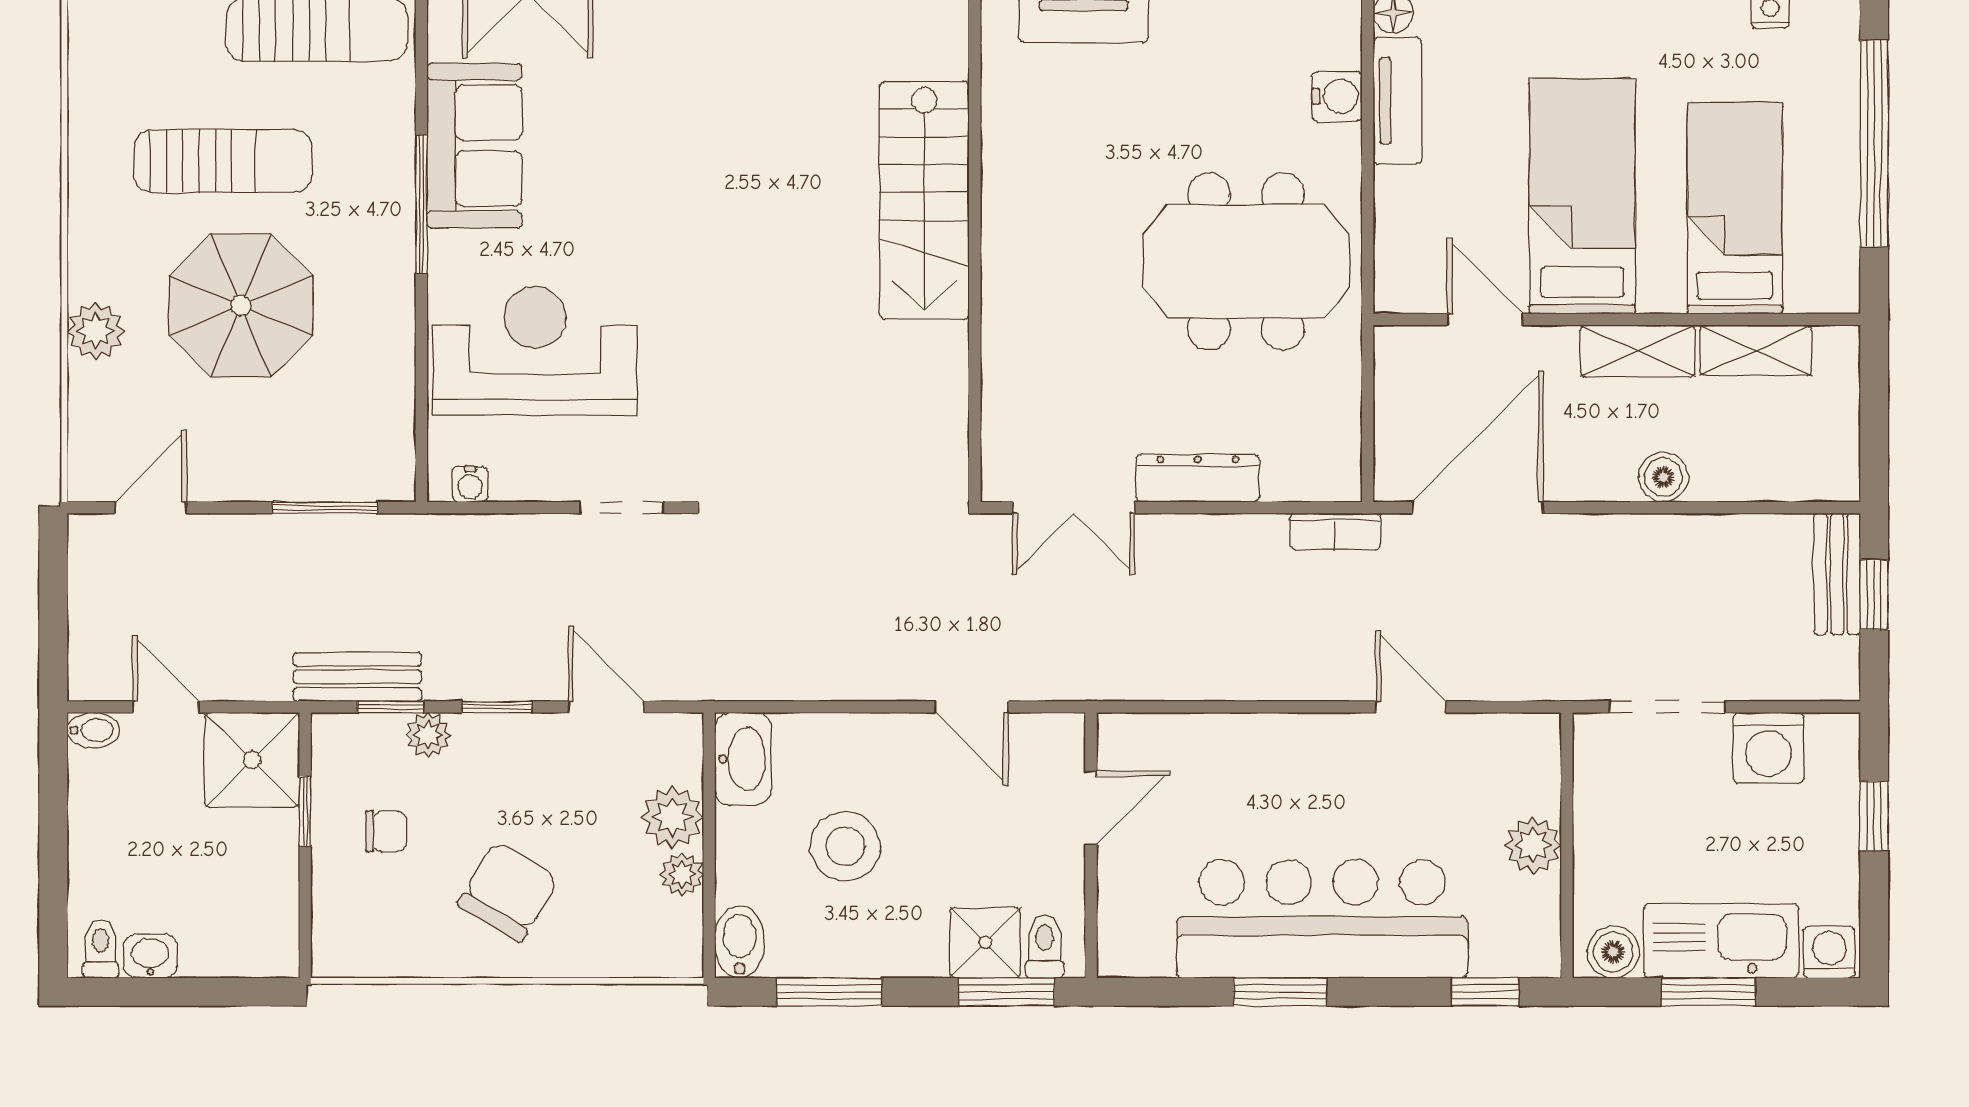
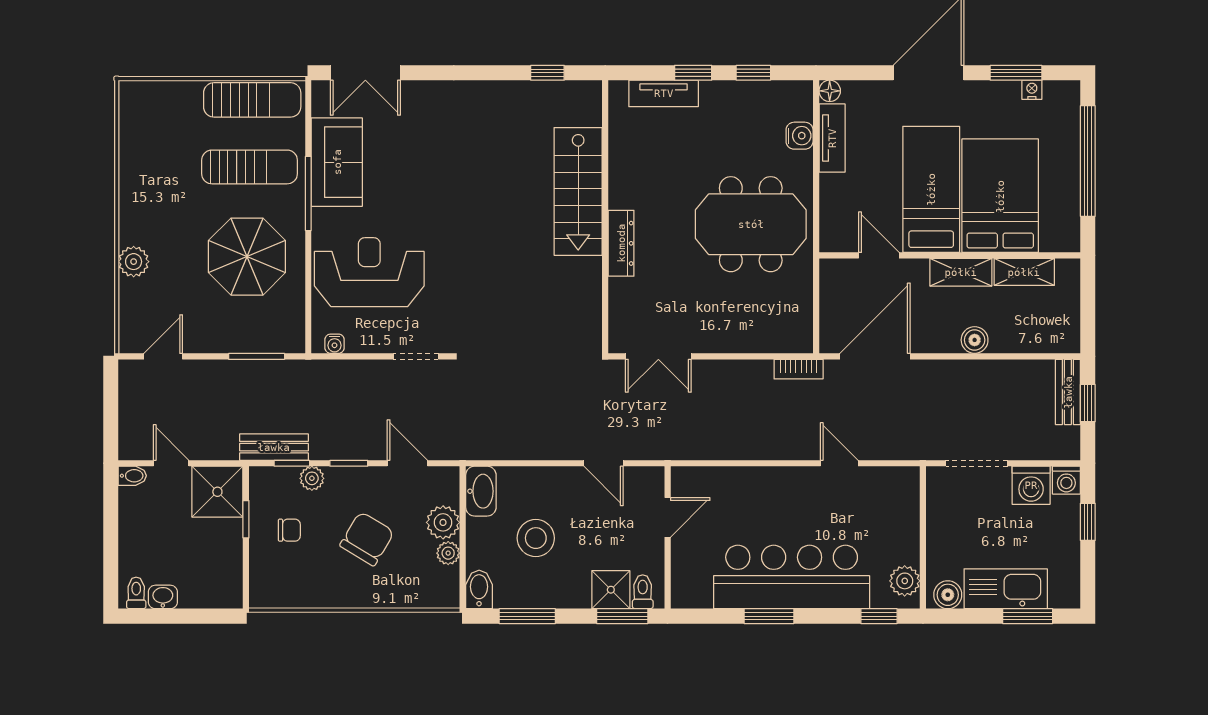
sun lounger: (223, 161) -> (250, 167), moved
bed: (1735, 208) -> (1000, 196), width x1.50
parasol: (241, 306) -> (247, 257), moved
dresser: (1198, 478) -> (621, 243), moved, turned 90
plant: (1533, 845) -> (905, 581), moved
chair: (508, 892) -> (367, 539), moved
washing machine: (1829, 952) -> (1066, 480), moved, turned 180
window: (1708, 992) -> (1028, 616), moved

